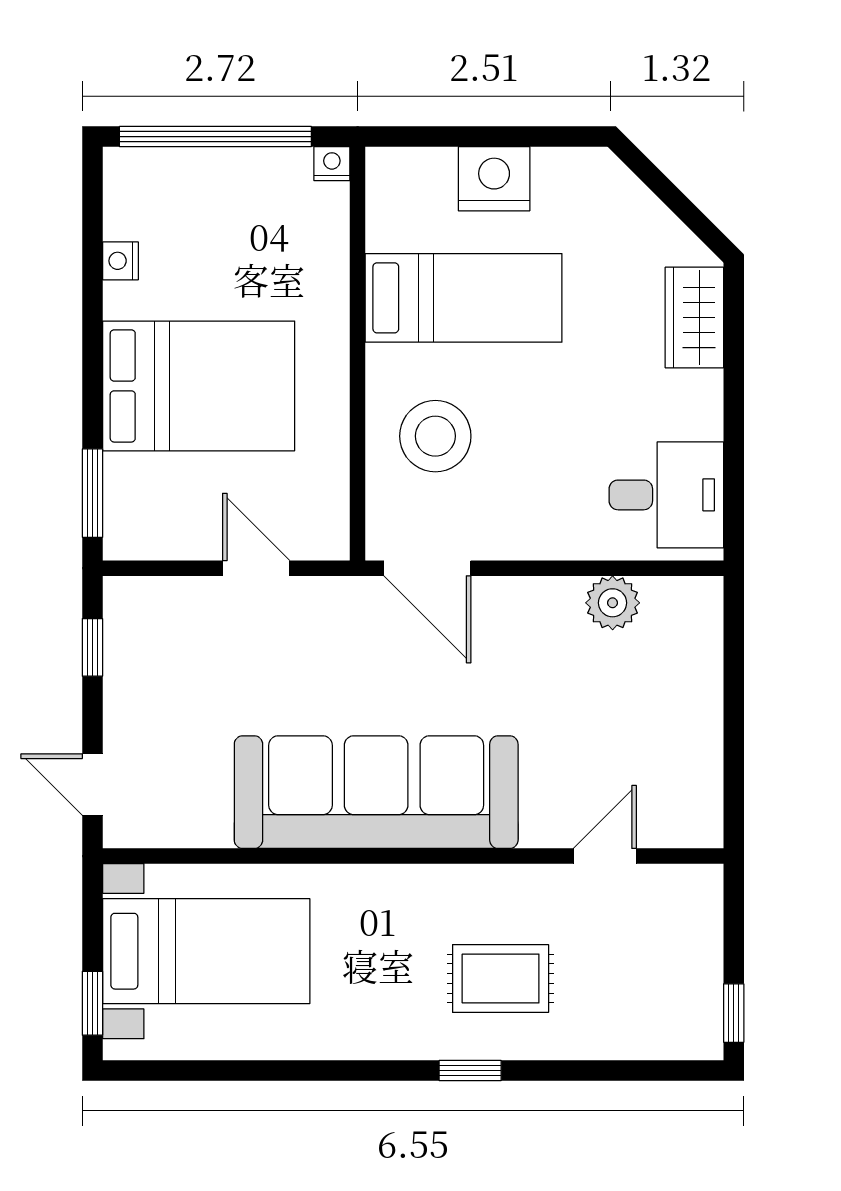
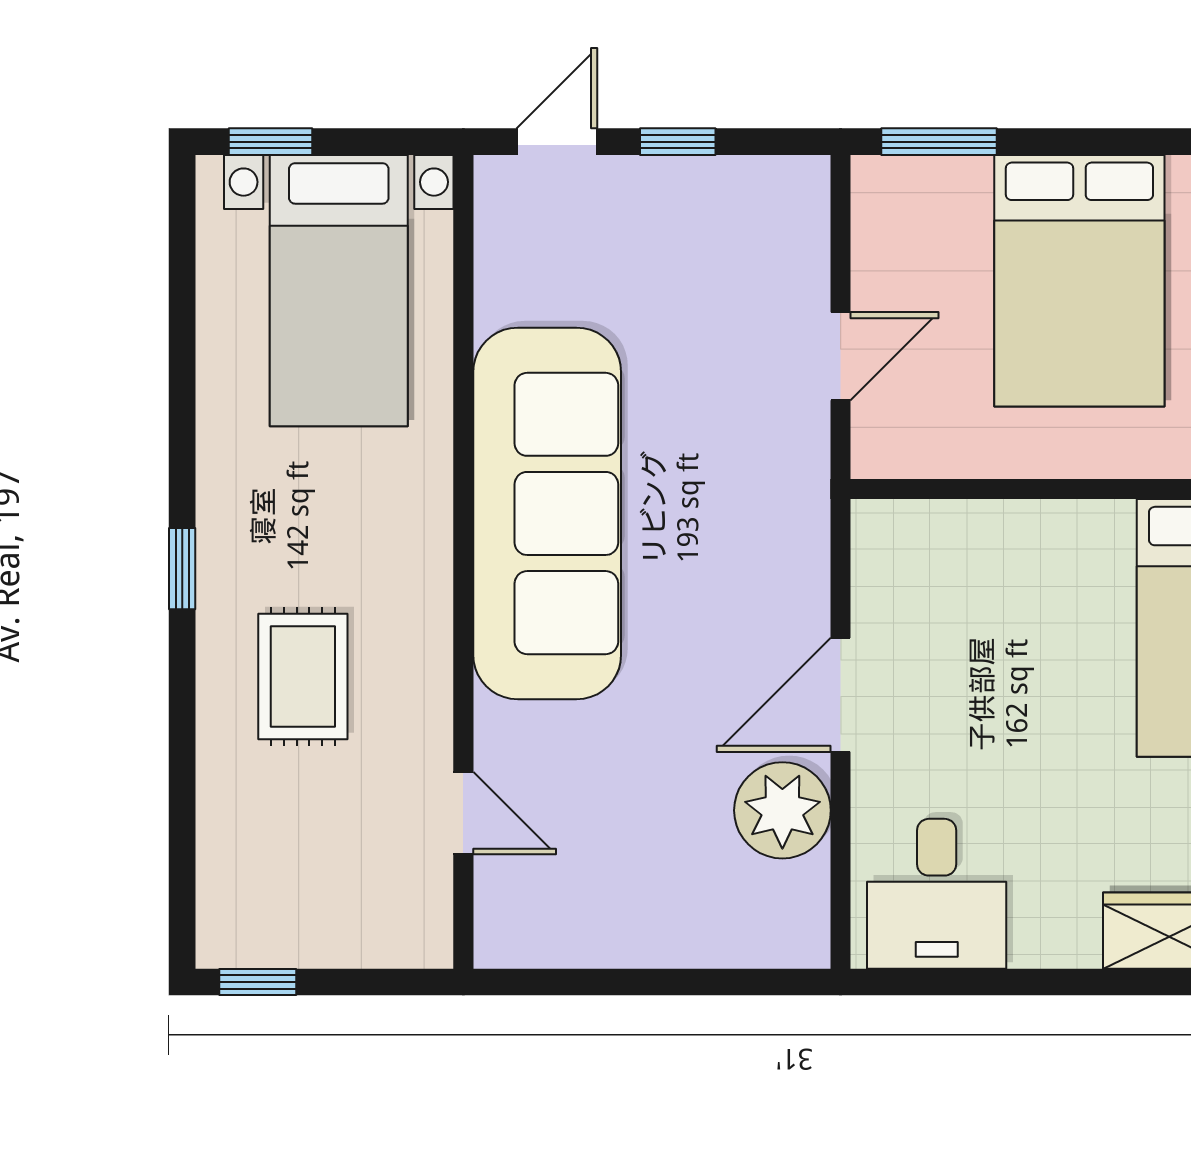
stool: (435, 436) -> (1014, 591), removed
door: (427, 568) -> (841, 695), moved
plant: (613, 603) -> (782, 810), width x1.36, depth x1.36
window: (92, 647) -> (678, 142), moved
window: (470, 1071) -> (182, 569), moved

